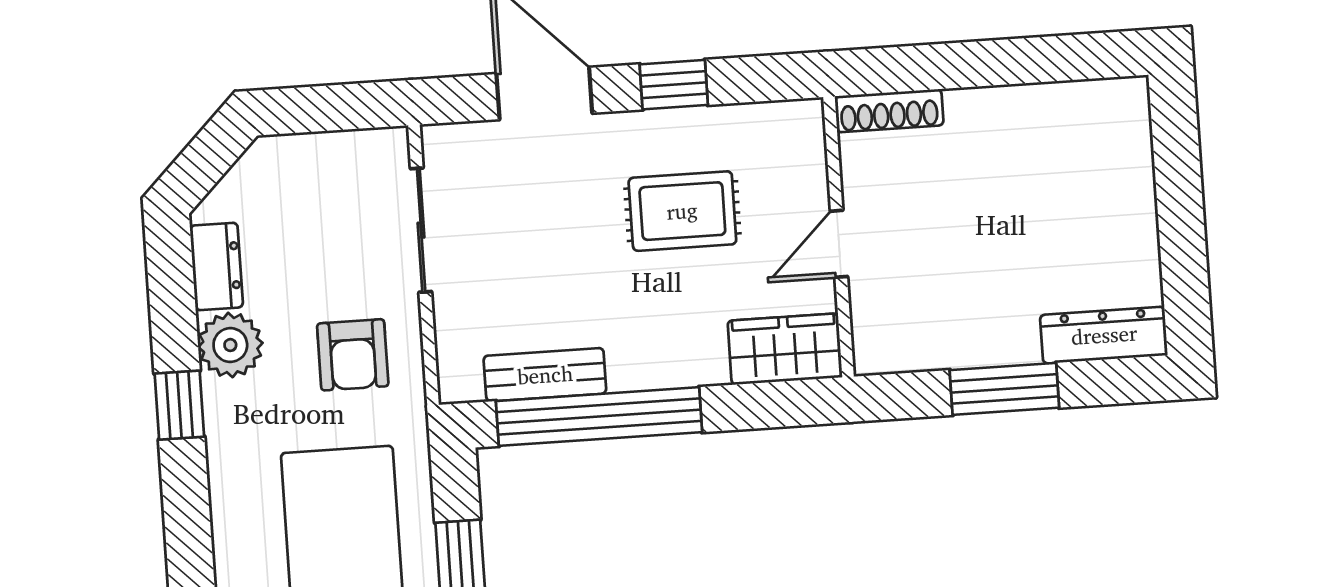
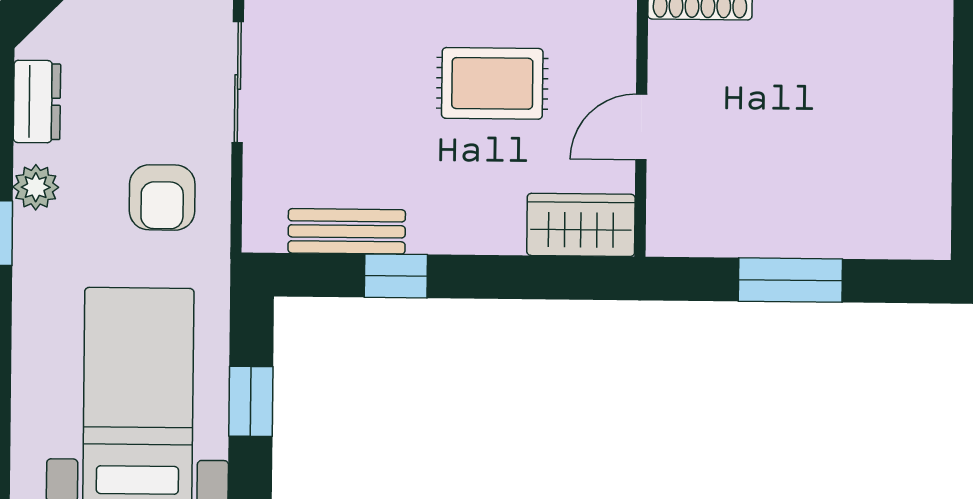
dresser: (1104, 335) -> (891, 236), removed
plant: (230, 345) -> (36, 187), width x0.73, depth x0.73
window: (599, 417) -> (396, 276), width x0.32

